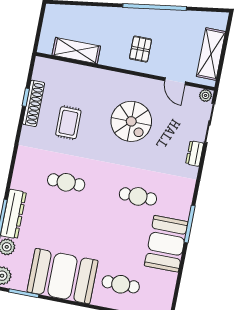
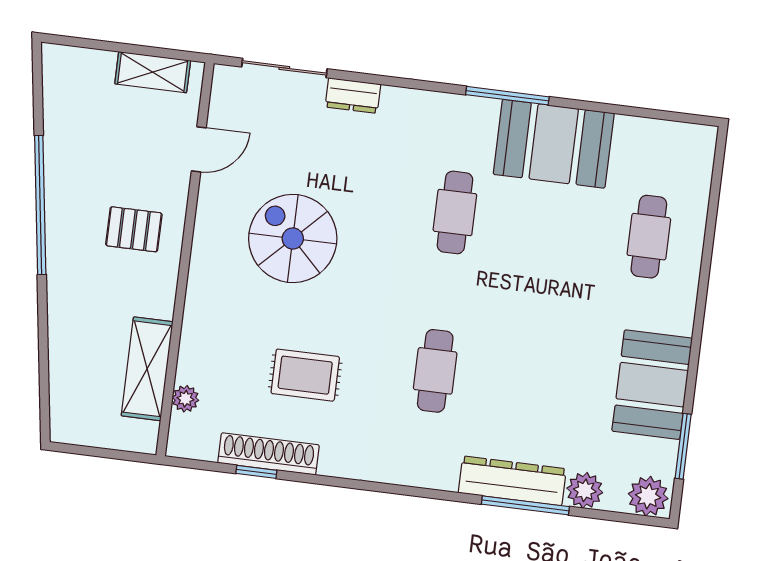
shelving: (211, 54) -> (153, 72), width x0.67, depth x0.75
plant: (205, 95) -> (185, 399), moved
spiral stairs: (131, 121) -> (293, 239), turned -90
booth: (62, 276) -> (652, 385), width x0.73, depth x0.70

